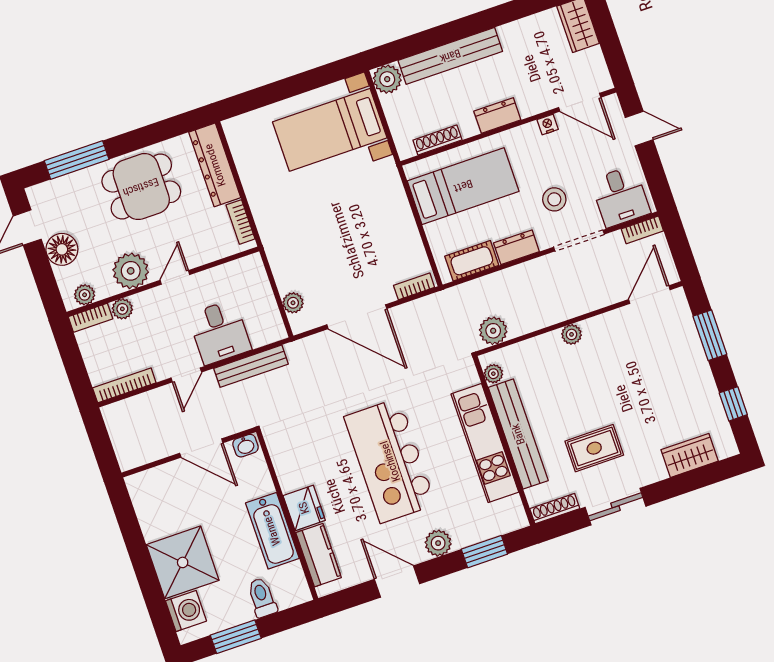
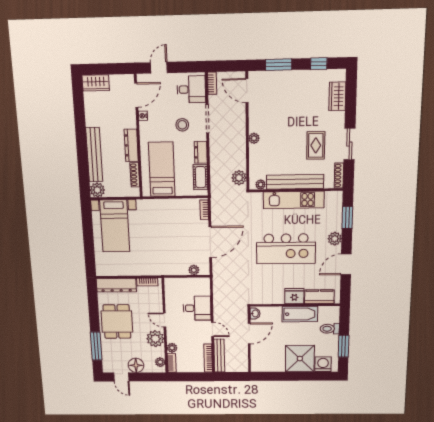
dresser: (497, 115) -> (131, 145), width x1.44
bench: (251, 366) -> (219, 356), moved

